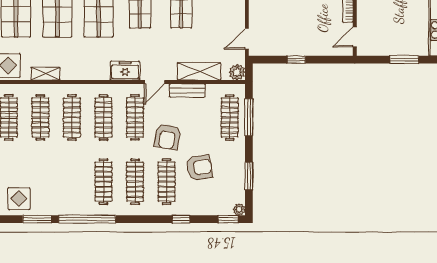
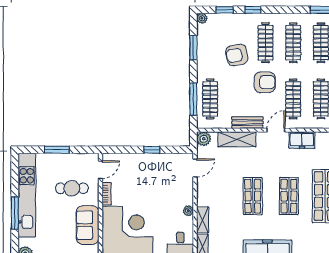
cafe table: (387, 16) -> (72, 188), added
armchair: (167, 137) -> (265, 82), turned 80
window: (228, 219) -> (225, 10), moved

